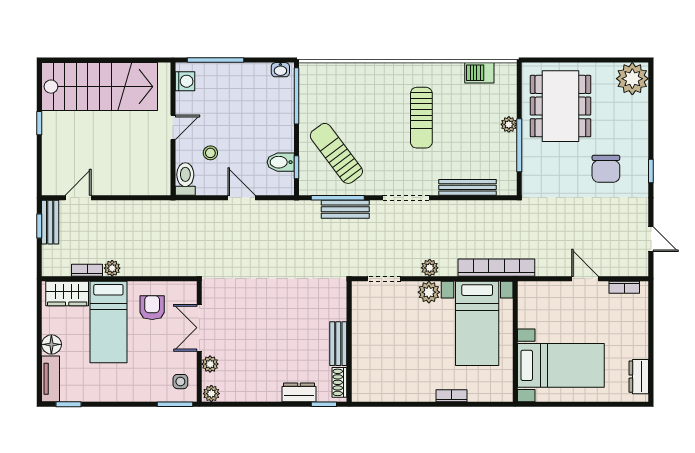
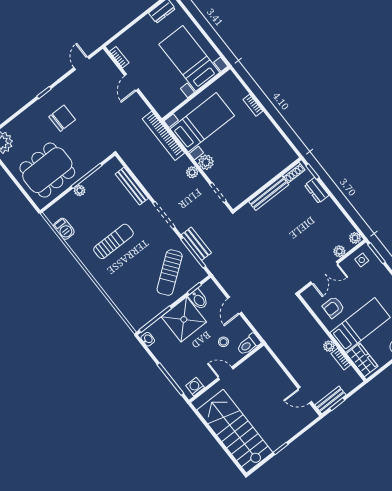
shower: (271, 128) -> (184, 319), added
bench: (338, 344) -> (269, 193), width x1.36

